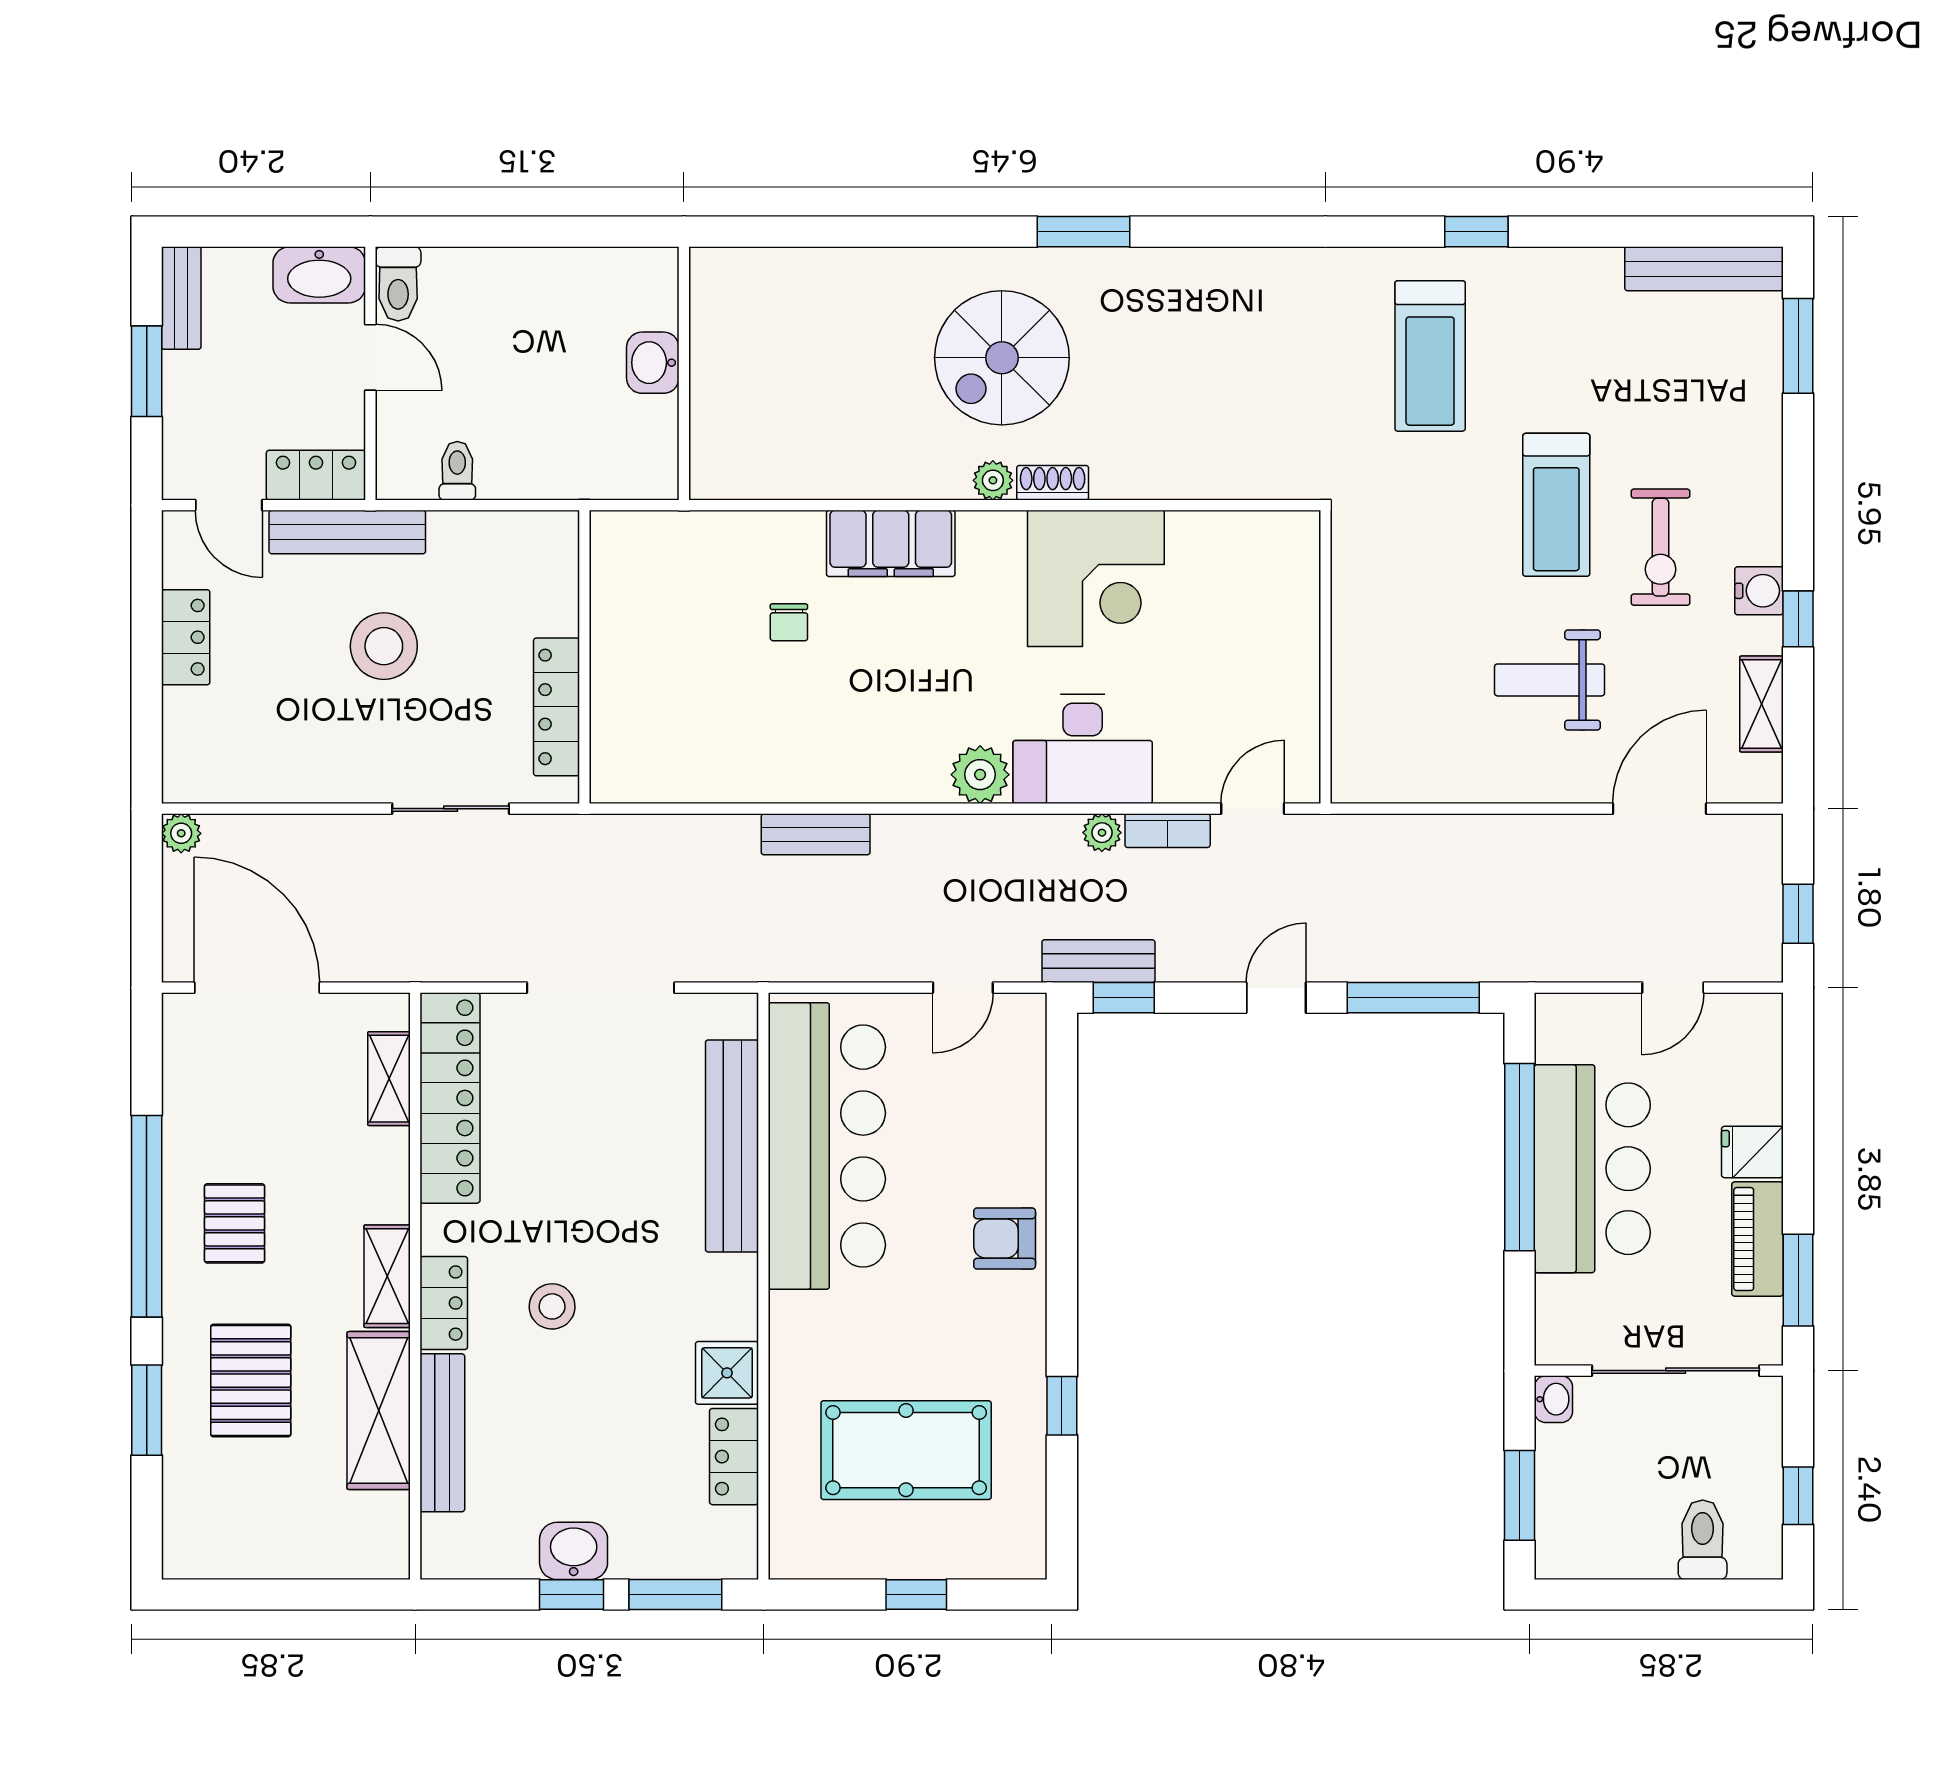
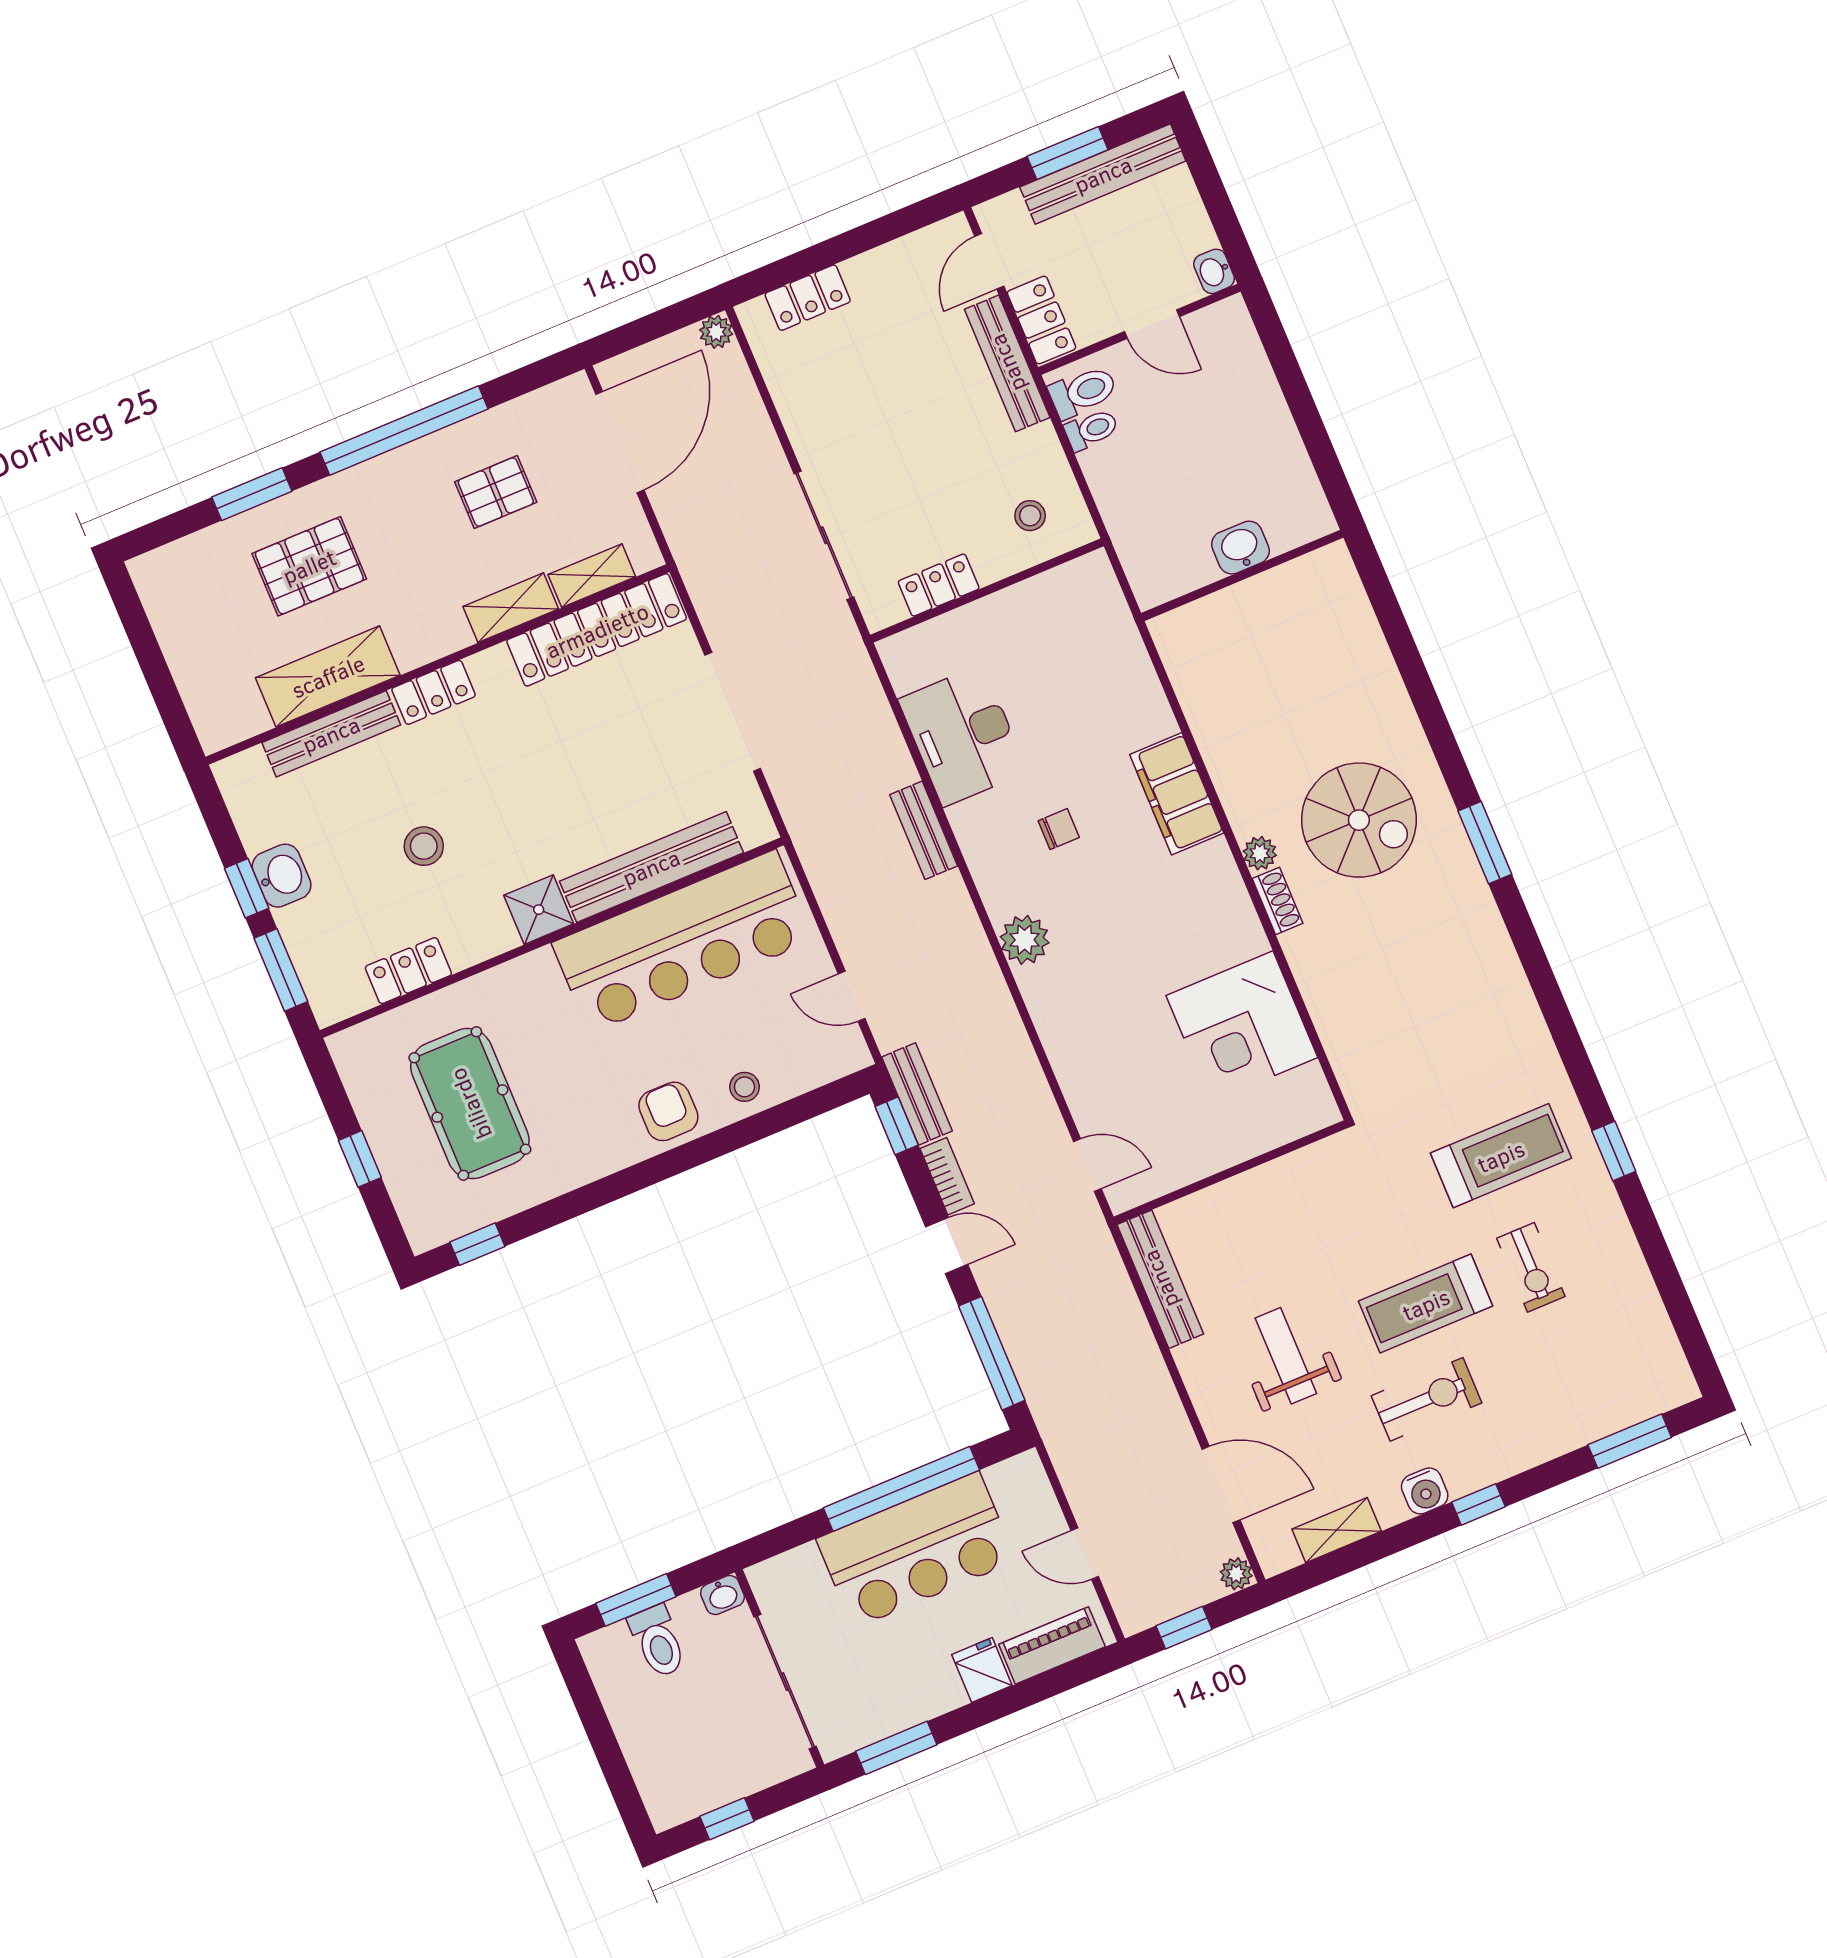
bench: (1704, 269) -> (1160, 1279), moved
washbasin: (319, 275) -> (1214, 271), width x0.52, depth x0.69
toilet: (398, 284) -> (1083, 392), moved, turned 180
bench: (181, 298) -> (1103, 174), width x1.86, depth x1.21
treadmill: (1430, 356) -> (1501, 1156), turned 180
door: (370, 357) -> (1152, 324), hinge flipped
spiral stairs: (1002, 358) -> (1359, 820), turned 180
exercise bike: (1565, 374) -> (1531, 1267), added
exercise bike: (1661, 547) -> (1427, 1399), turned 180
corner desk: (1096, 578) -> (1242, 1026), moved
window: (1798, 619) -> (1478, 1504), moved
chair: (789, 622) -> (1059, 829), moved, turned 180
locker: (186, 637) -> (808, 298), moved
stool: (384, 646) -> (1030, 516), moved, width x0.53, depth x0.53
locker: (557, 707) -> (939, 585), width x0.66
desk: (1083, 749) -> (963, 736), moved
sliding door: (451, 809) -> (824, 535), width x1.37
bookcase: (1168, 831) -> (947, 1176), moved, turned 180
plant: (1102, 833) -> (1236, 1574), moved
stool: (1013, 1145) -> (745, 1087), added
pallet: (235, 1223) -> (496, 492), moved
piano: (1758, 1239) -> (1052, 1645), moved
shelving: (387, 1276) -> (511, 608), moved
stool: (552, 1306) -> (424, 846), moved
shower: (727, 1373) -> (539, 910), moved
window: (1062, 1406) -> (477, 1244), moved
toilet: (1703, 1540) -> (658, 1641), moved, turned 90

